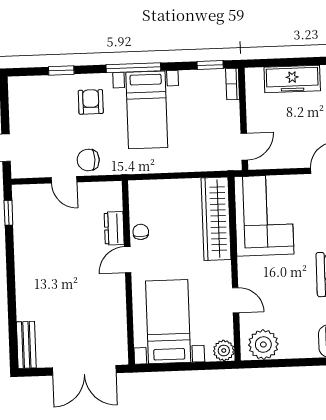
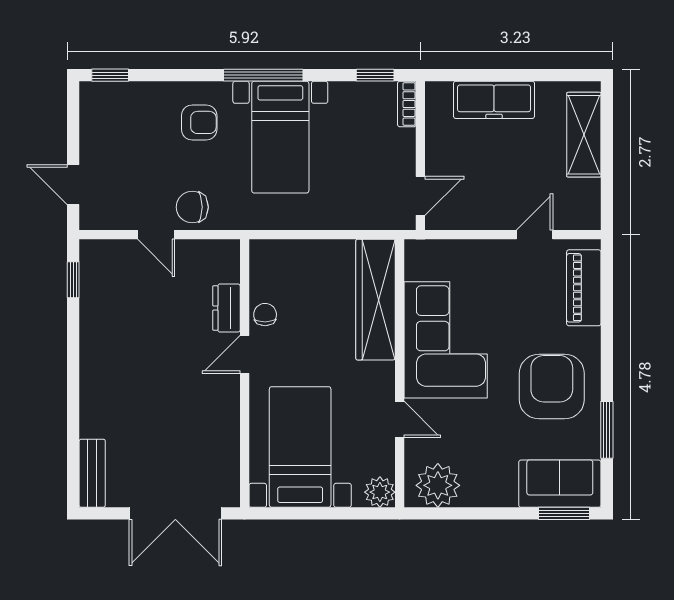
window: (61, 70) -> (110, 75), moved
armchair: (91, 102) -> (199, 122), turned 90
corner sofa: (264, 215) -> (446, 340), moved

